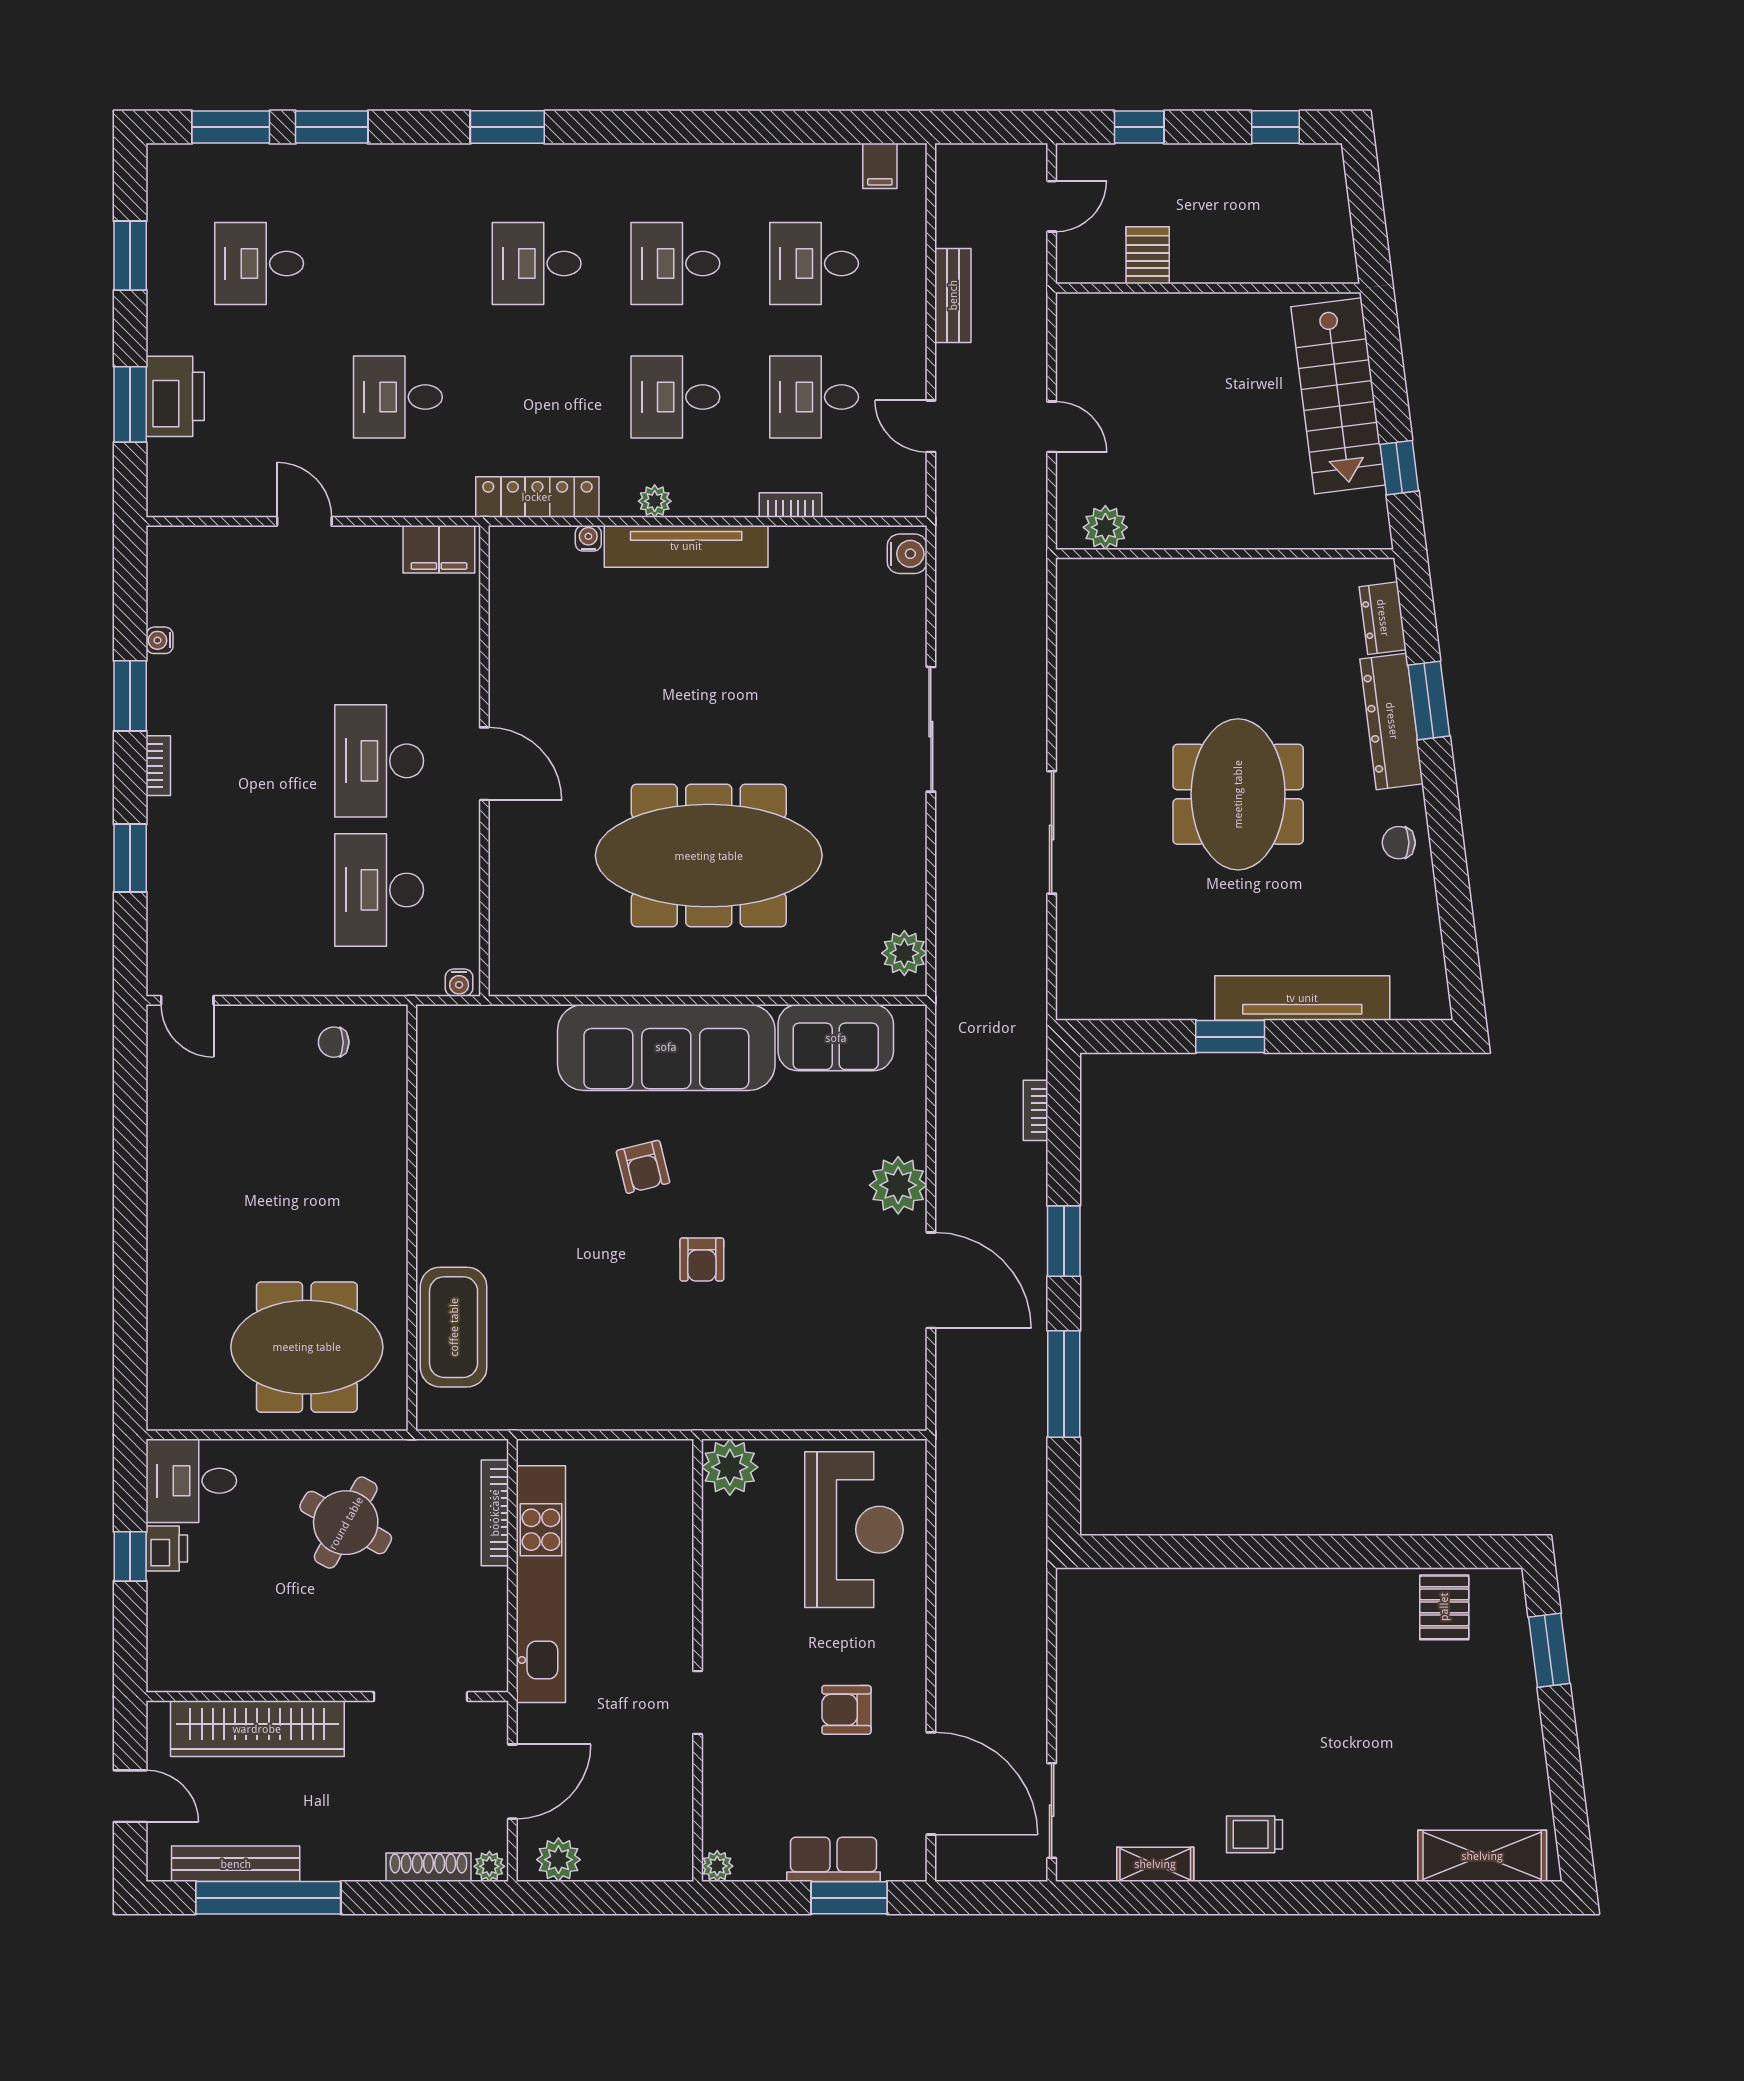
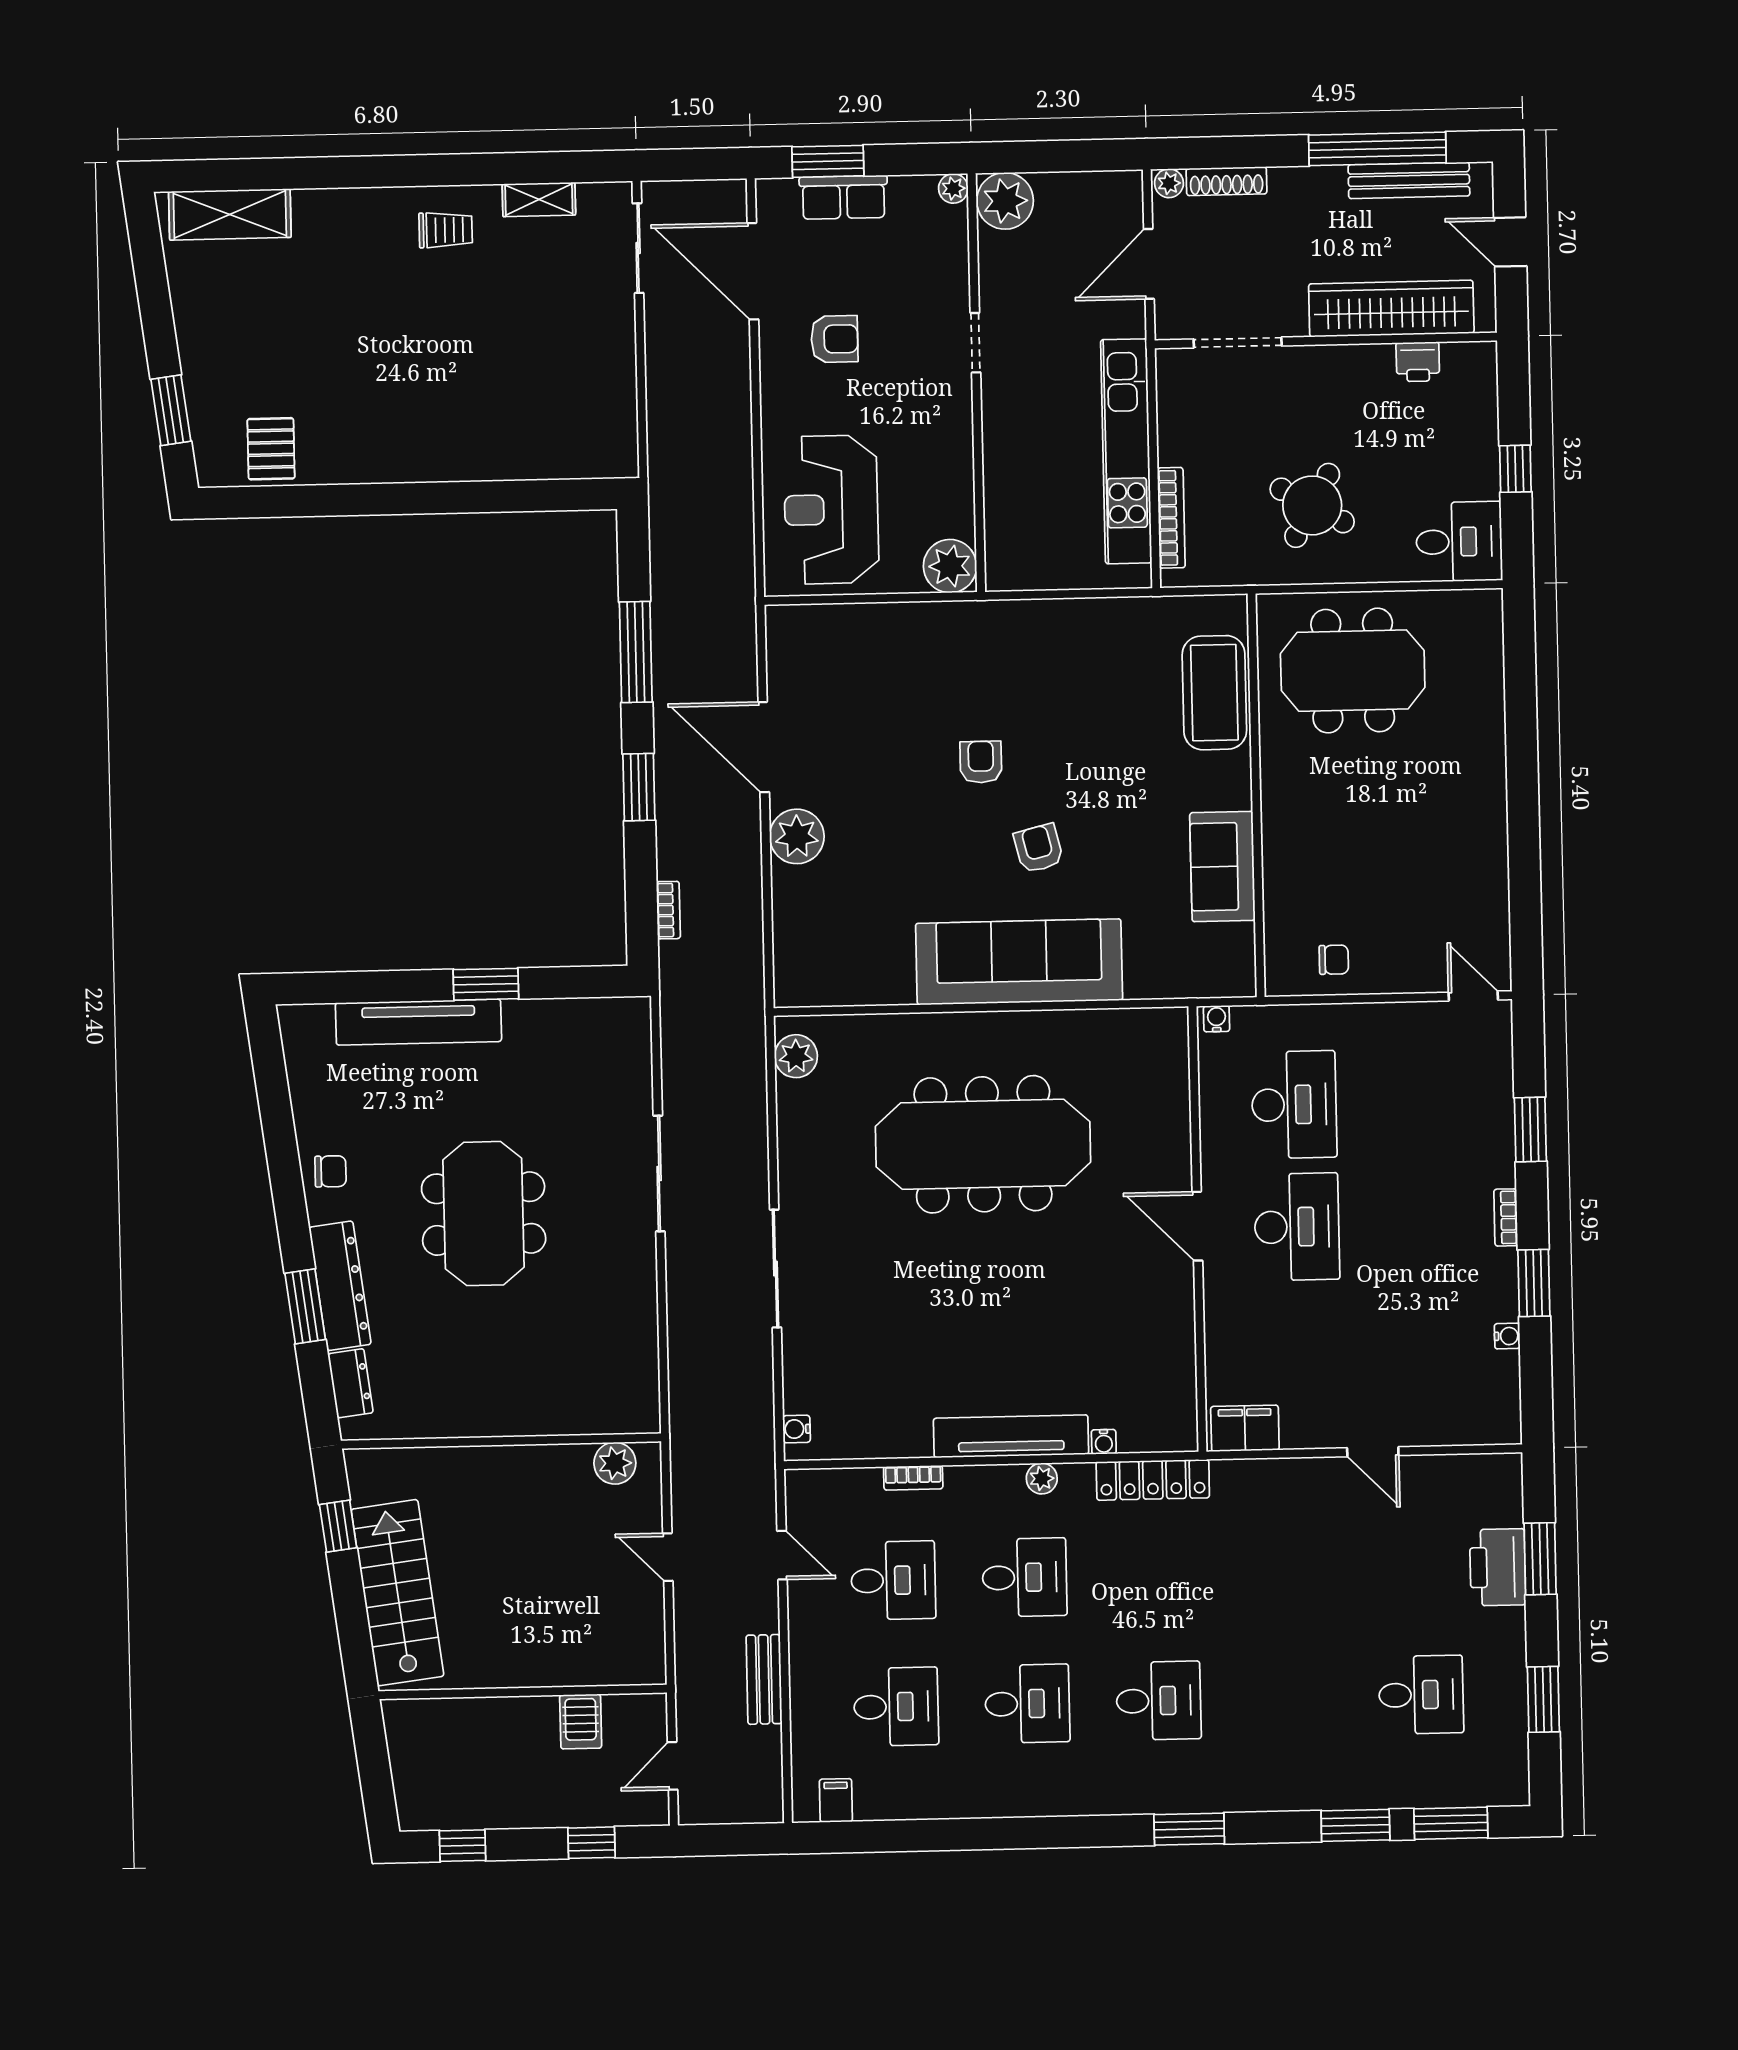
desk: (398, 397) -> (1287, 1571), removed
water cooler: (907, 554) -> (796, 1429), width x0.72, depth x0.72
sofa: (836, 1038) -> (1222, 867), moved, turned -90
printer: (167, 1549) -> (1418, 362), moved, turned -90
plant: (558, 1860) -> (1005, 201), moved, width x1.36, depth x1.36

